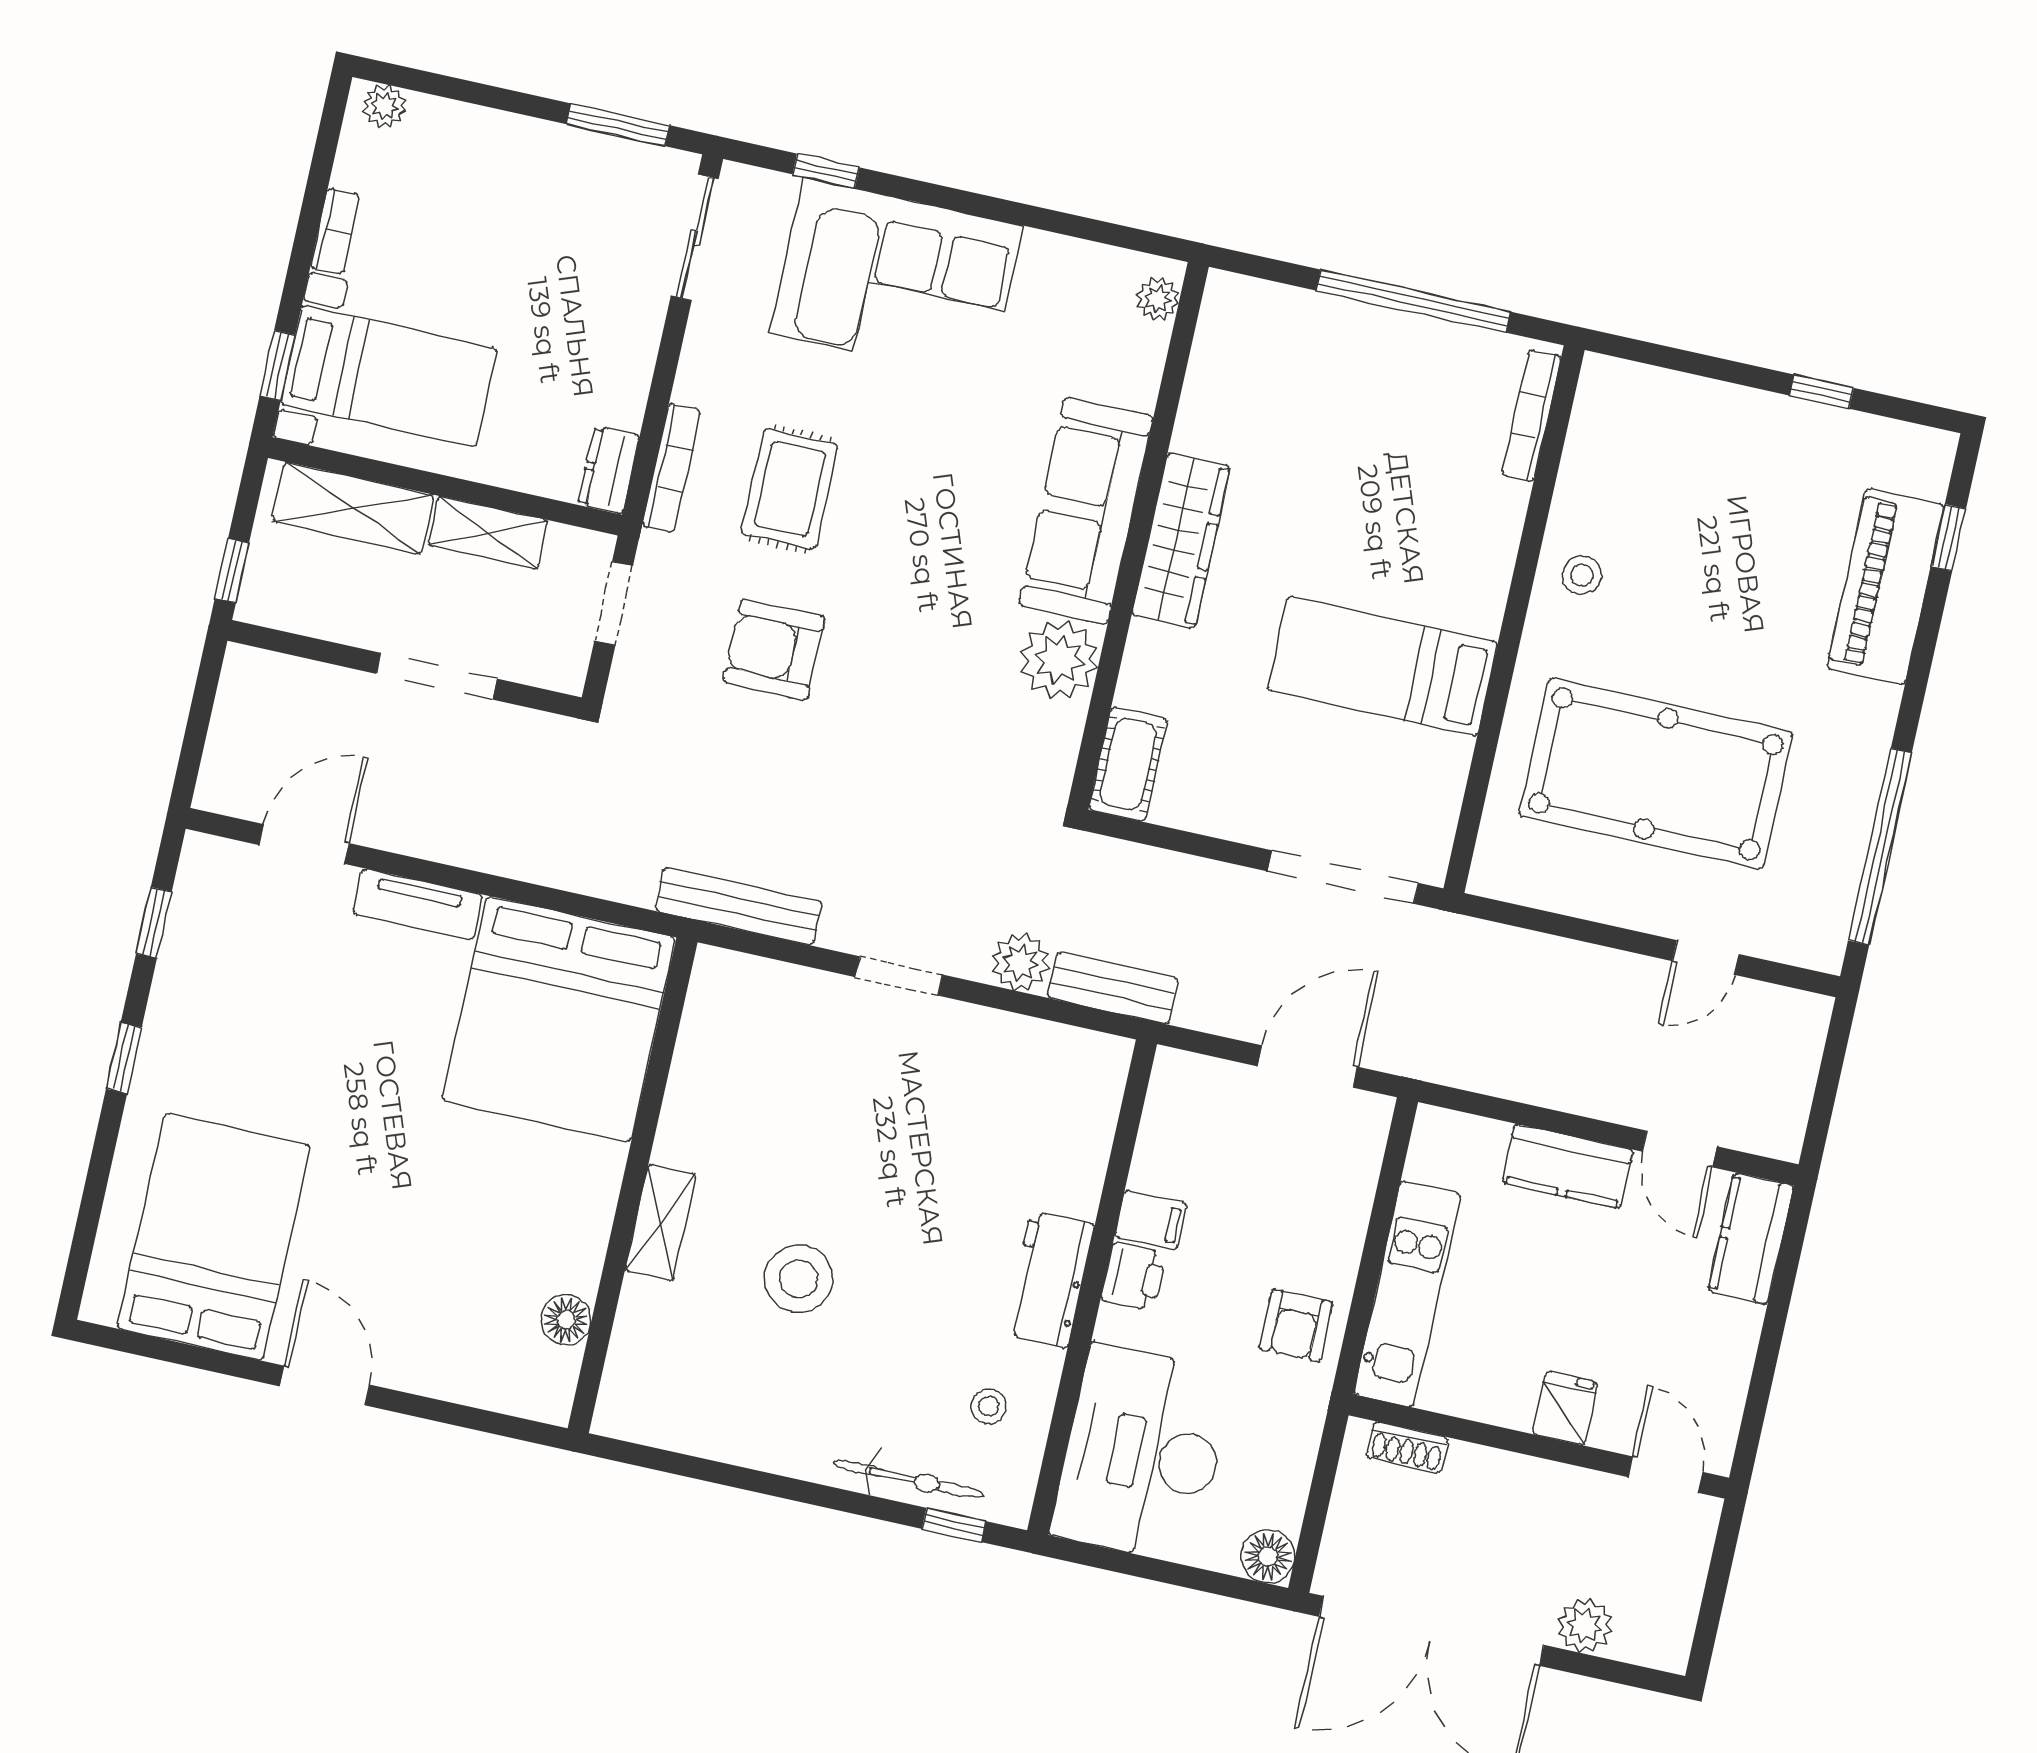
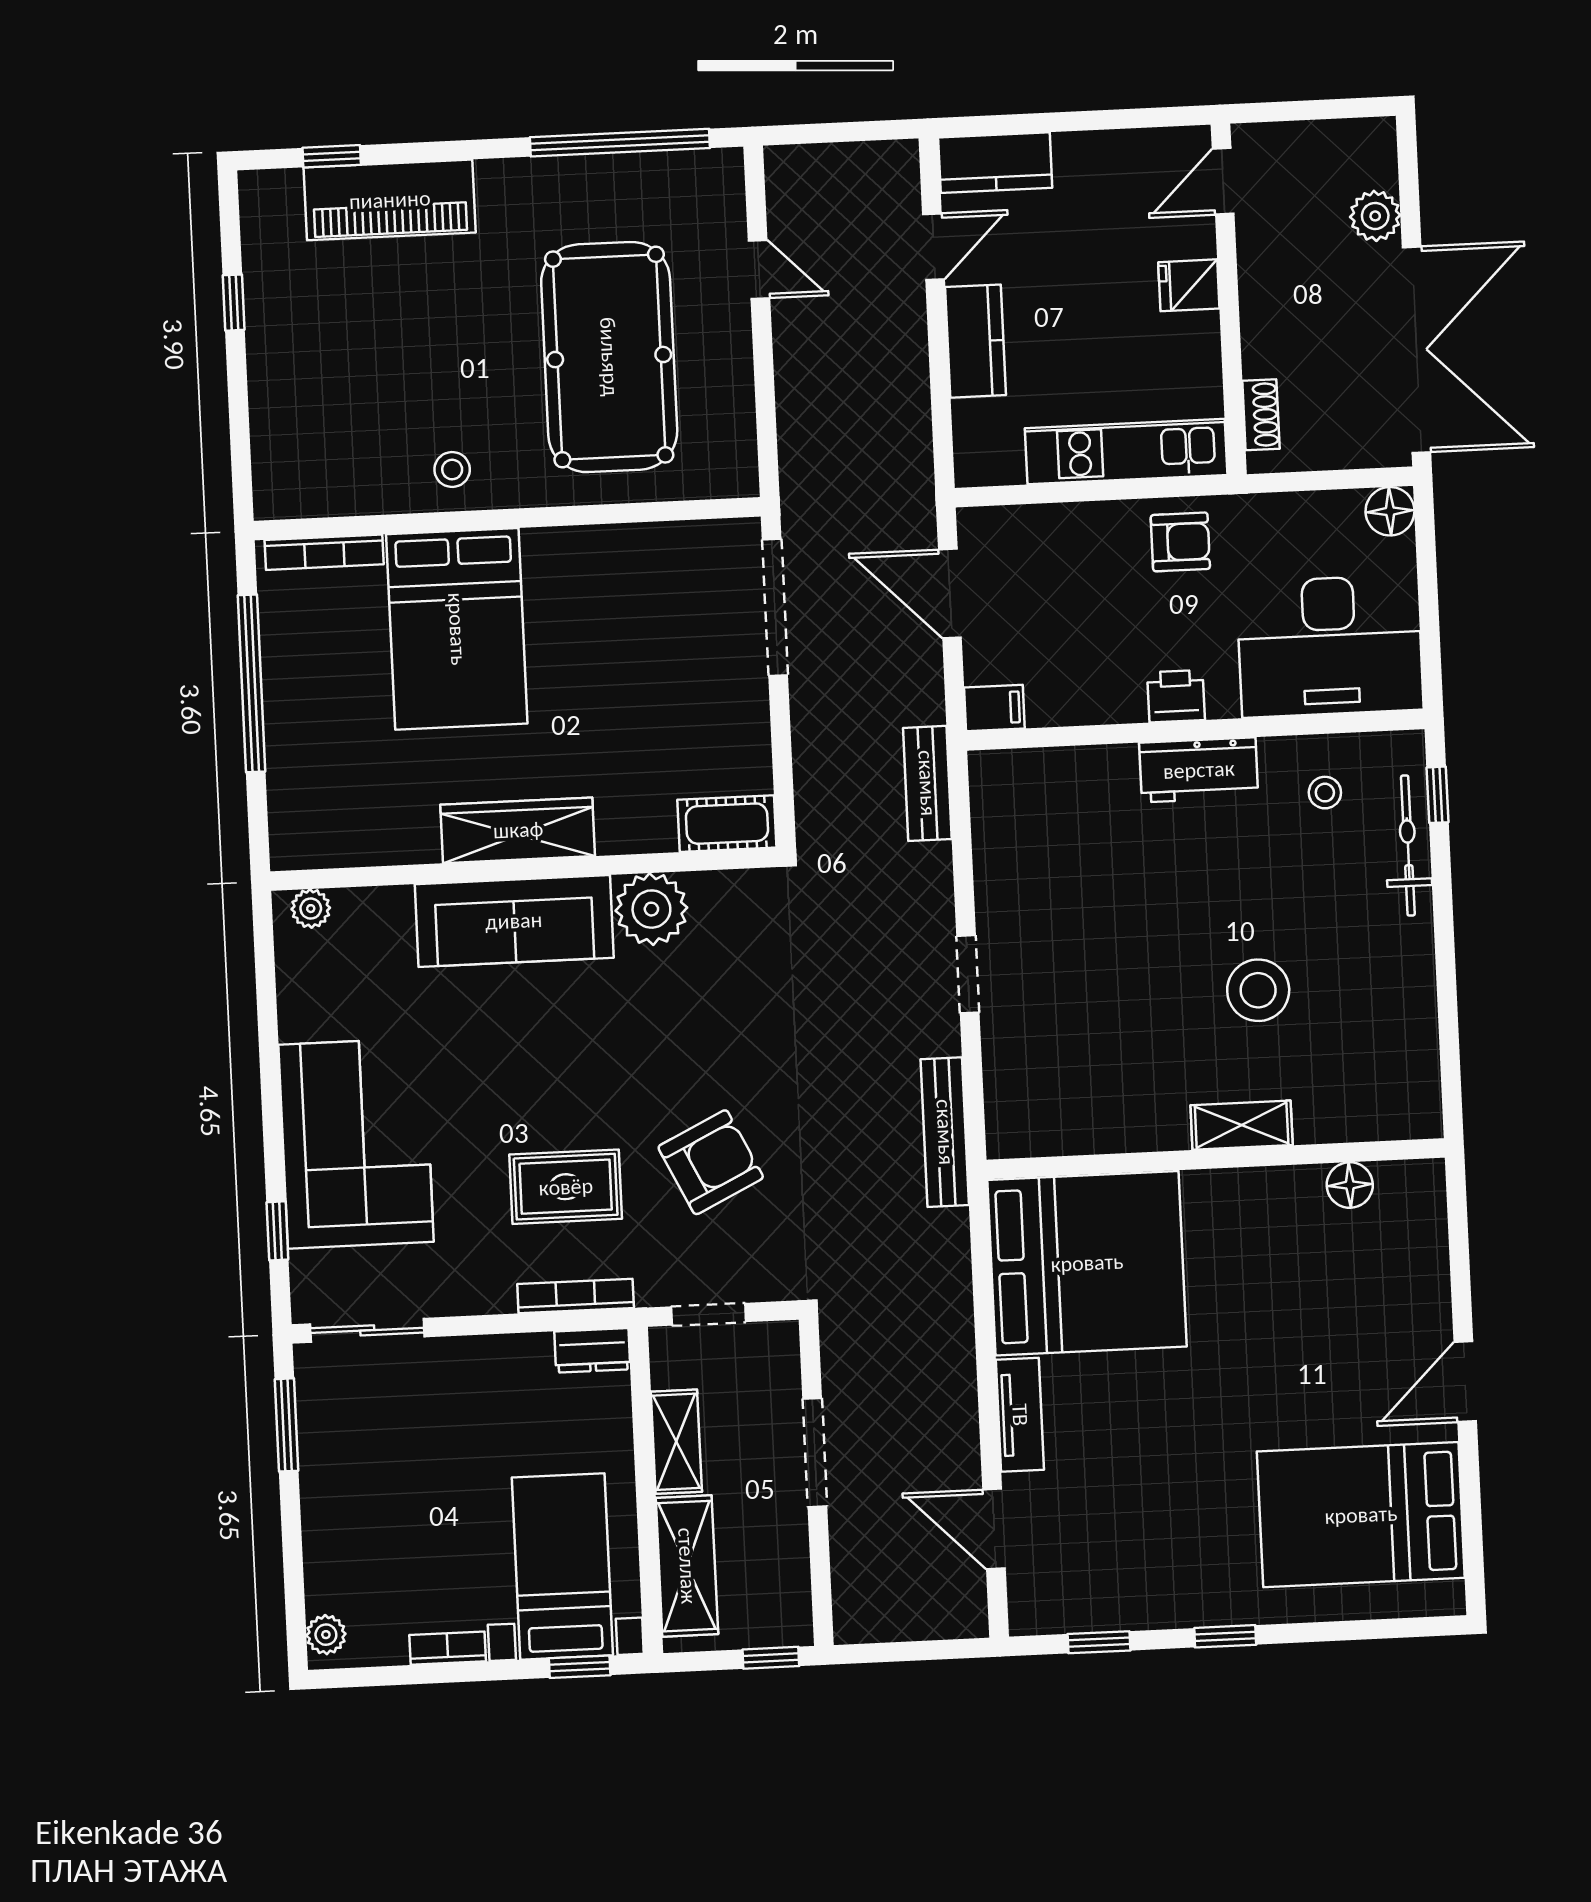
armchair: (774, 650) -> (711, 1162), turned -116
bed: (1383, 666) -> (457, 629), moved, width x1.50
plant: (1021, 962) -> (927, 871), removed
filing cabinet: (1151, 1220) -> (994, 708), moved, turned 90

